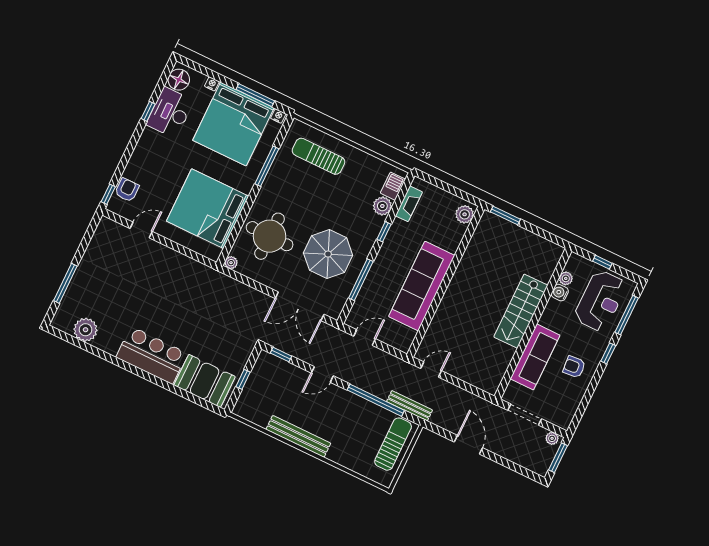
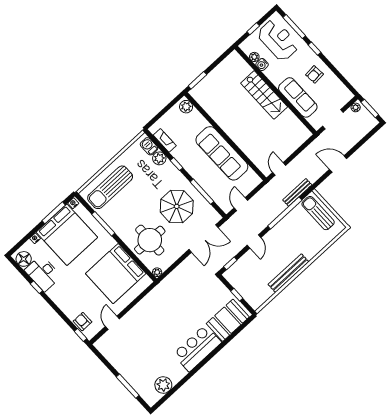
sun lounger: (318, 156) -> (110, 187), width x1.36, depth x1.34

